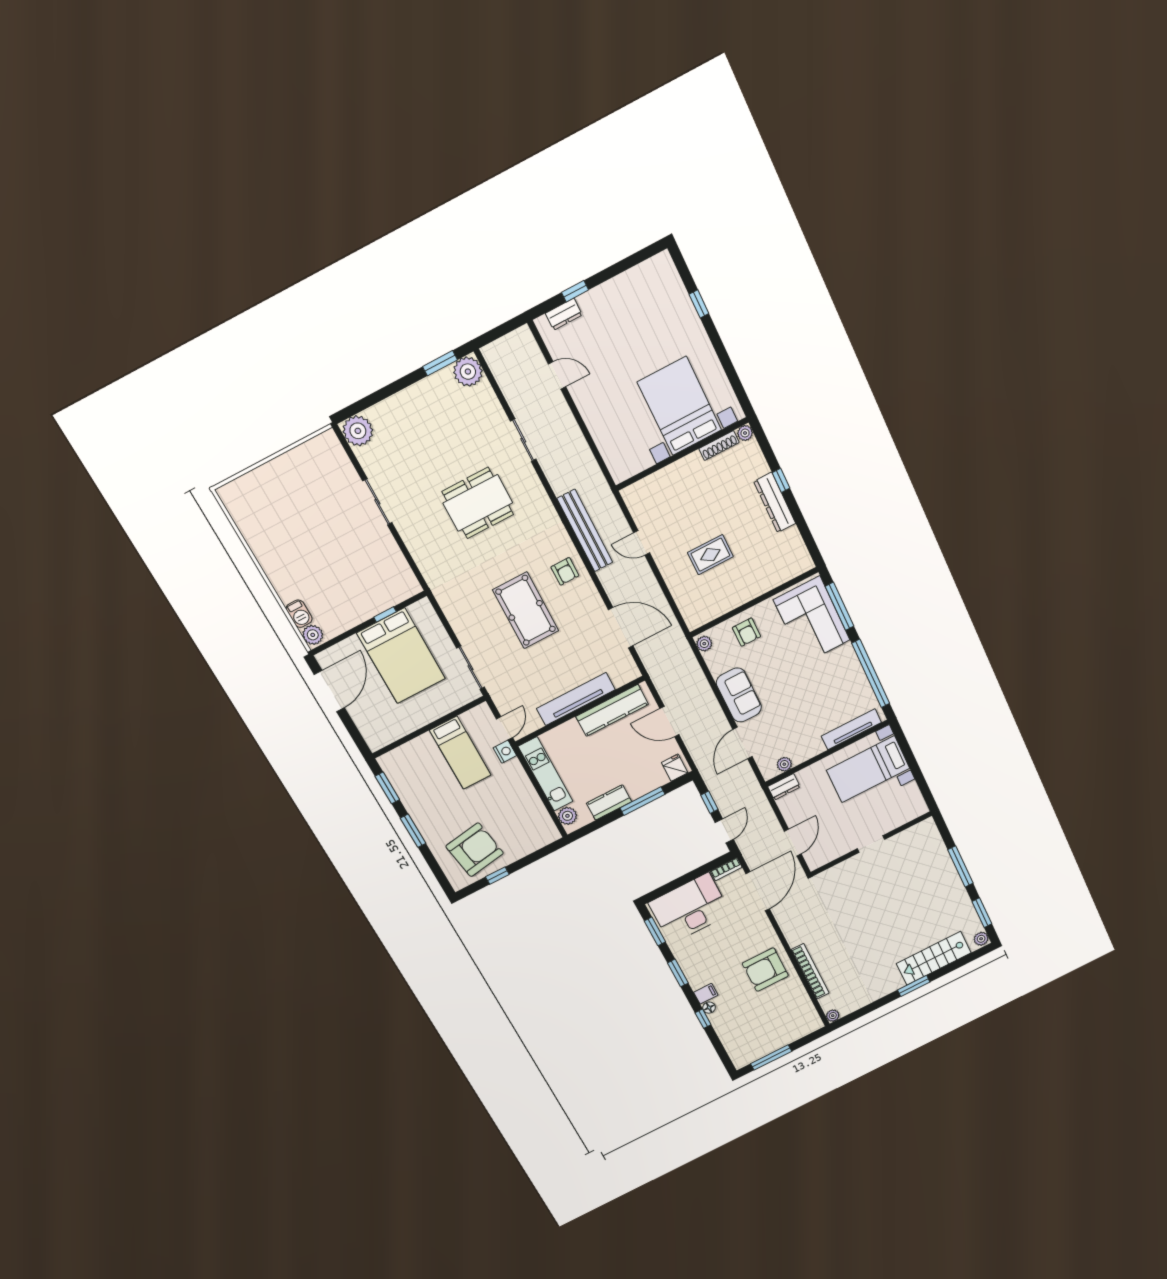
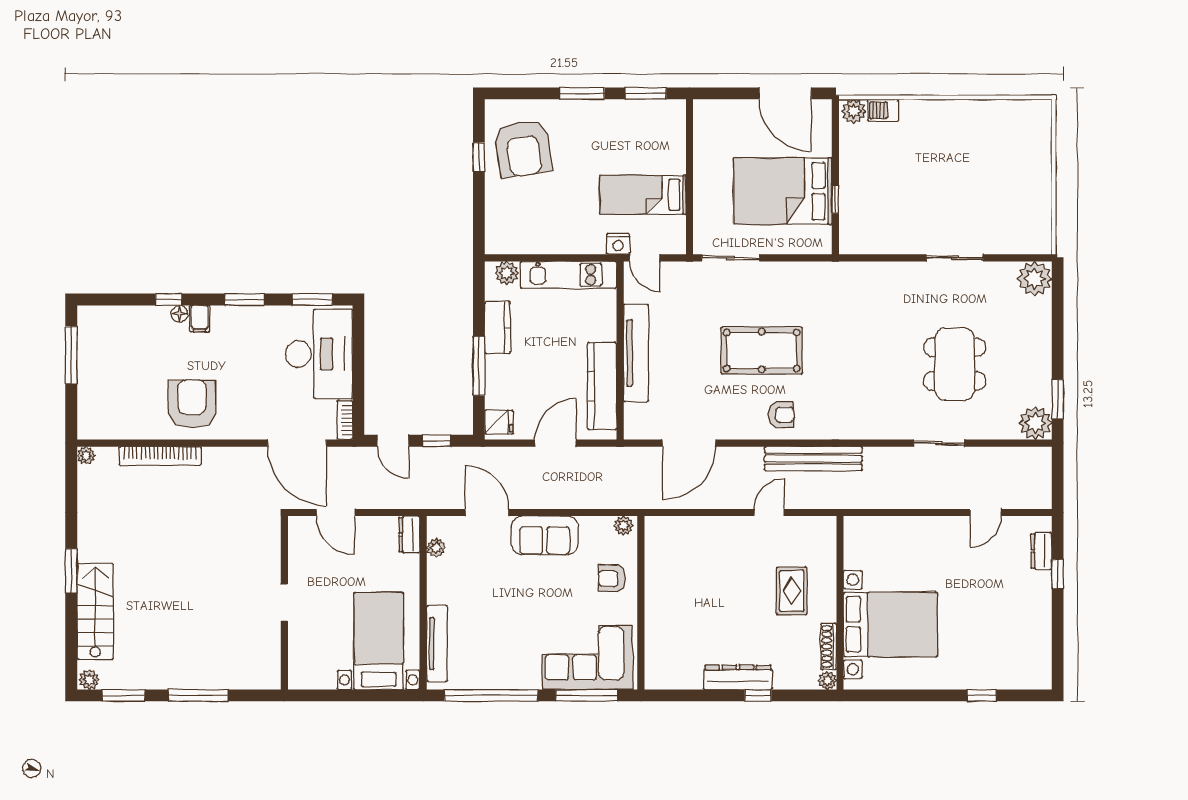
dining table: (478, 503) -> (955, 364), moved
rug: (710, 555) -> (792, 591), moved
armchair: (565, 571) -> (781, 415), turned 180

